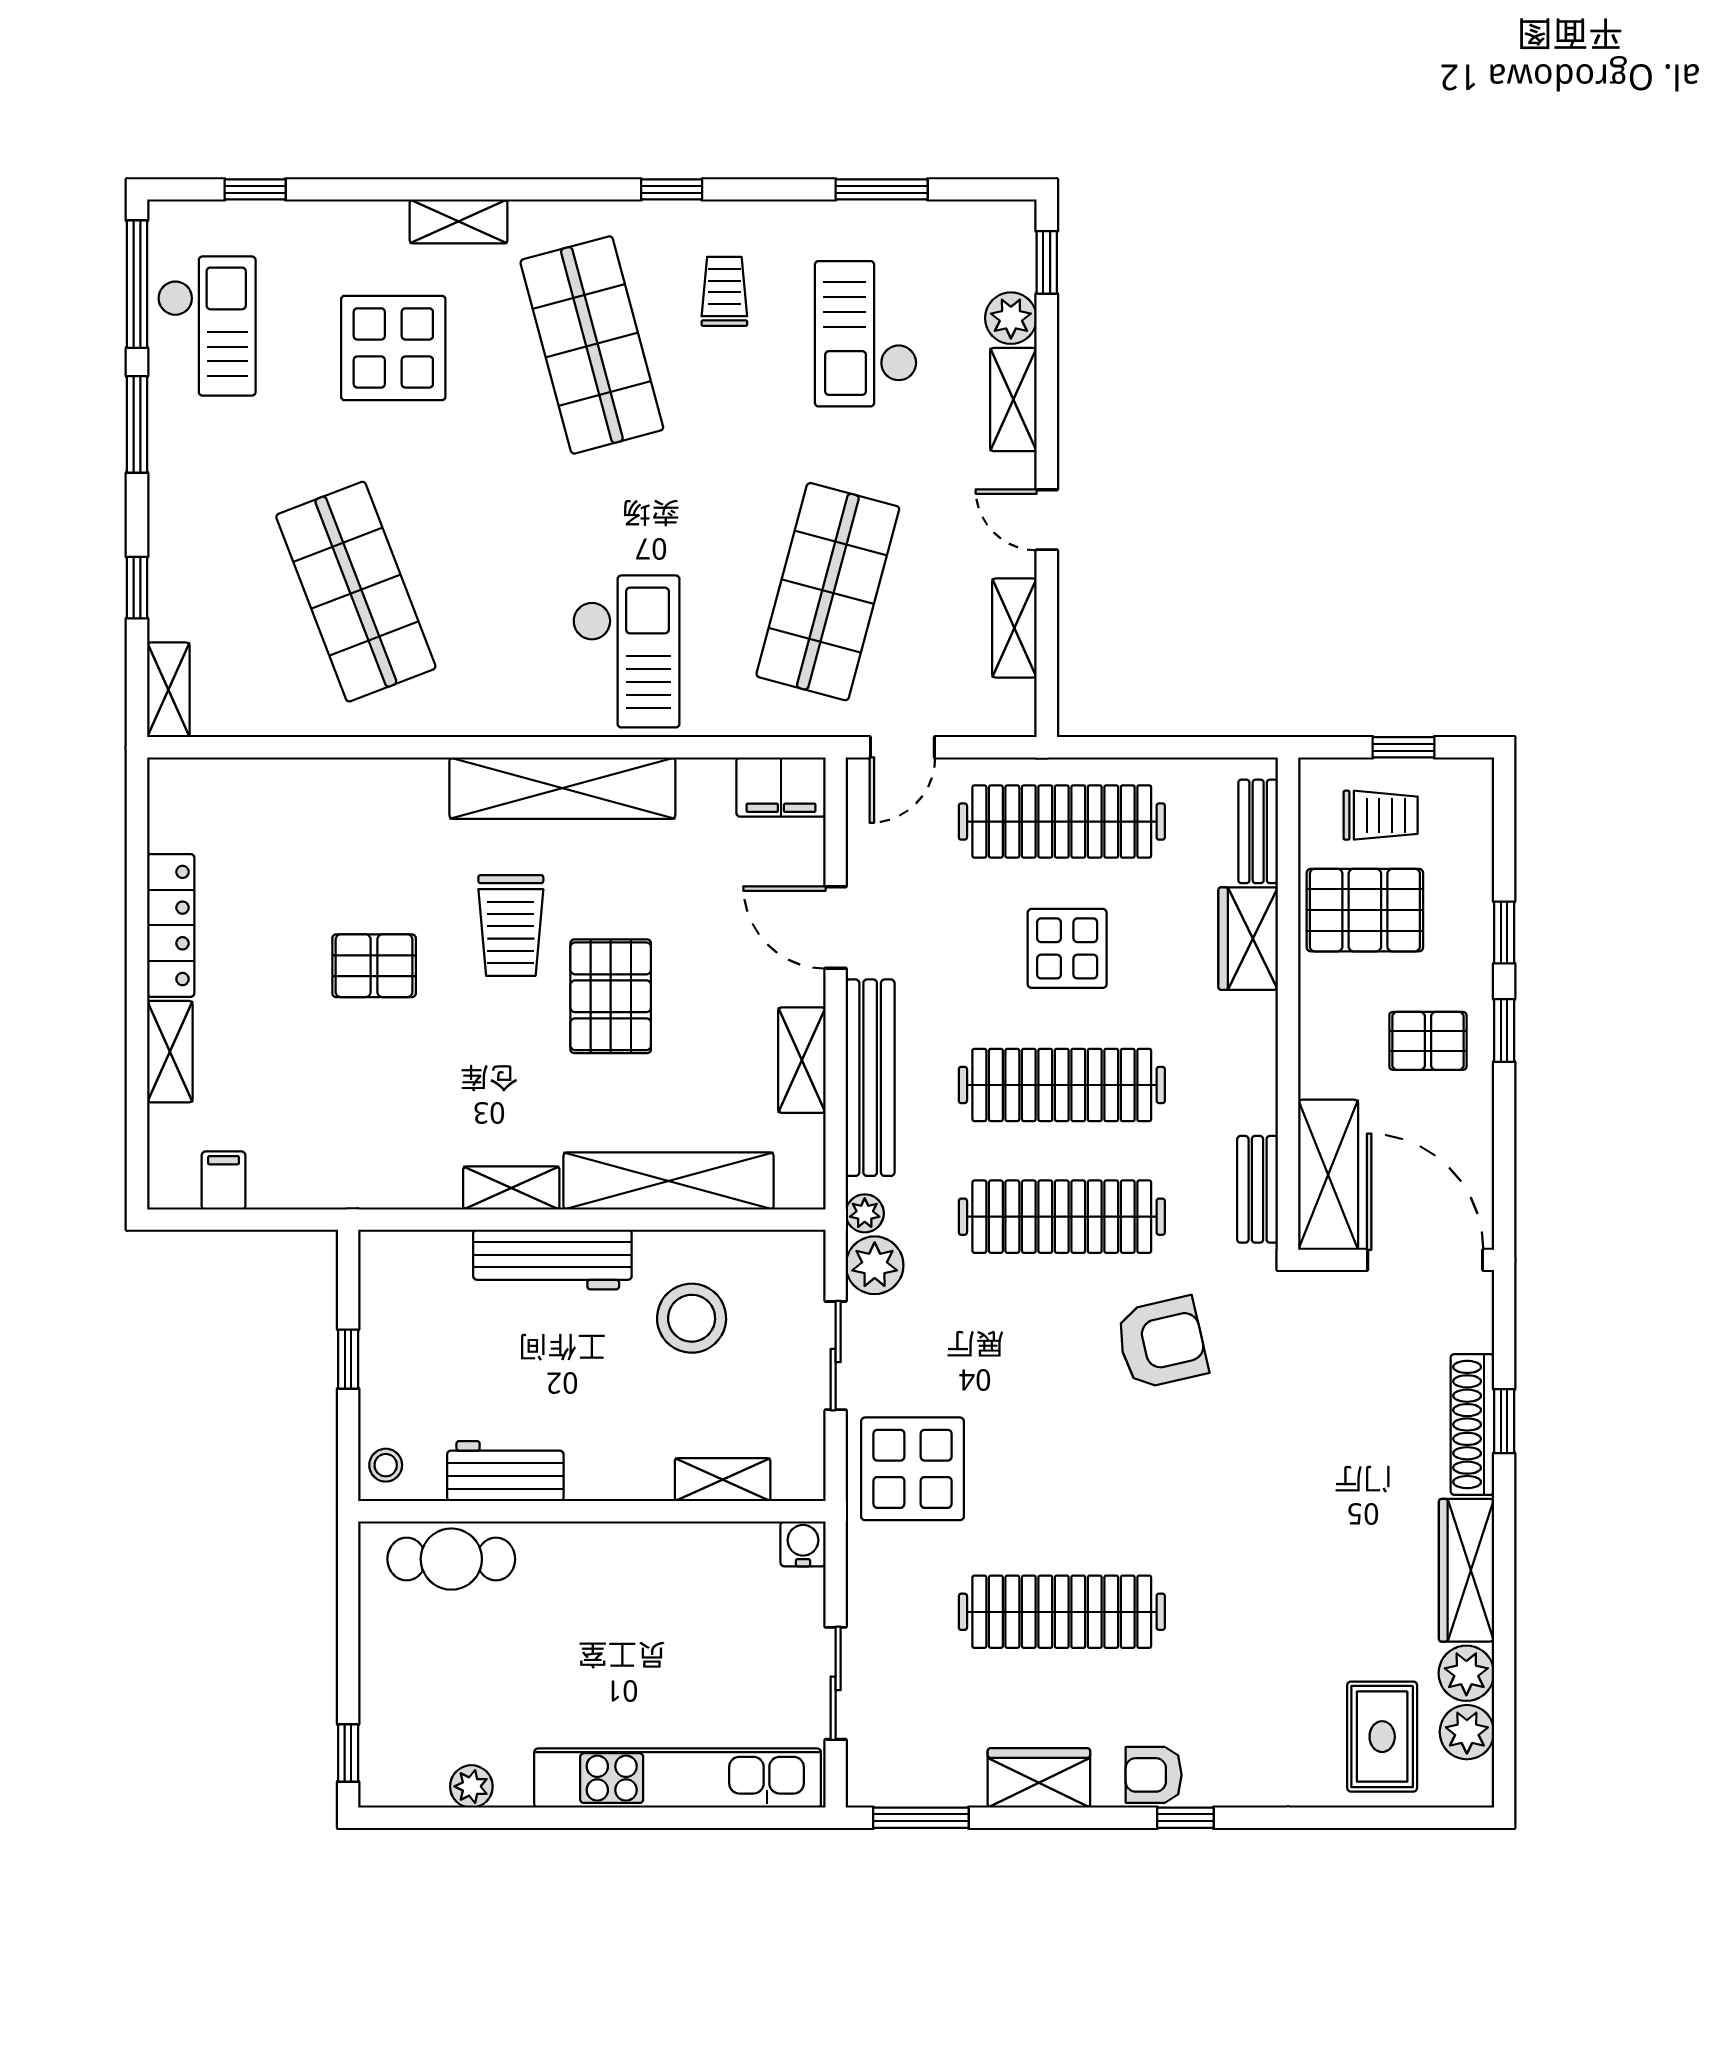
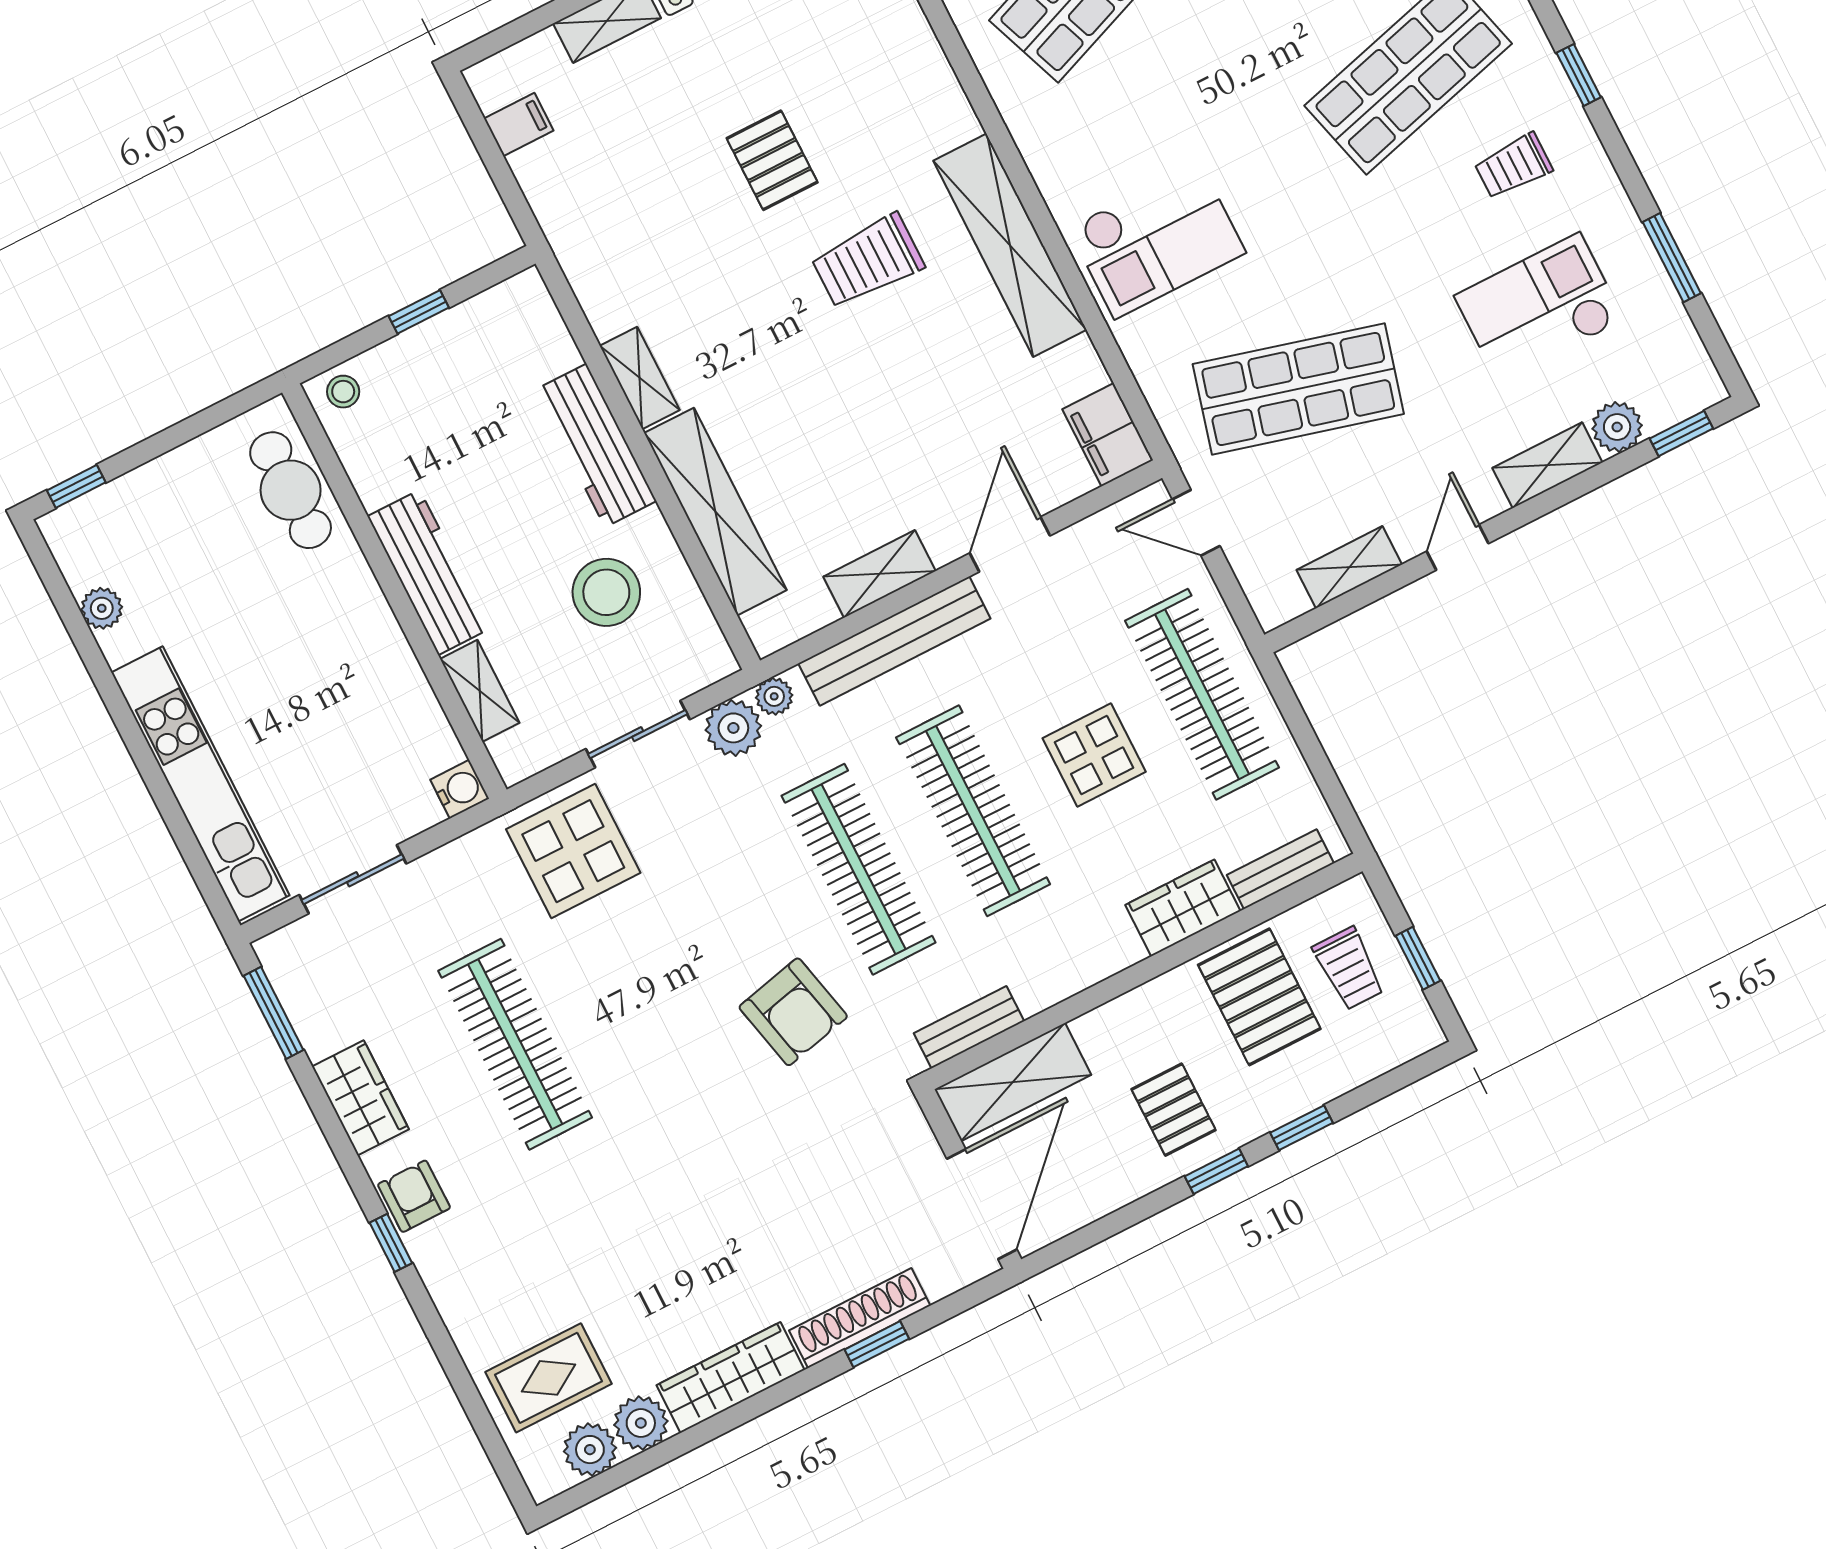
trolley: (724, 291) -> (1513, 166), turned 180
pallet: (611, 996) -> (850, 379), removed
workbench: (505, 1471) -> (429, 572), moved, width x1.38

